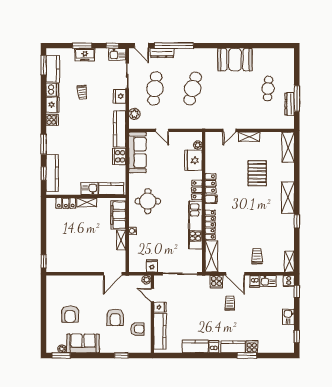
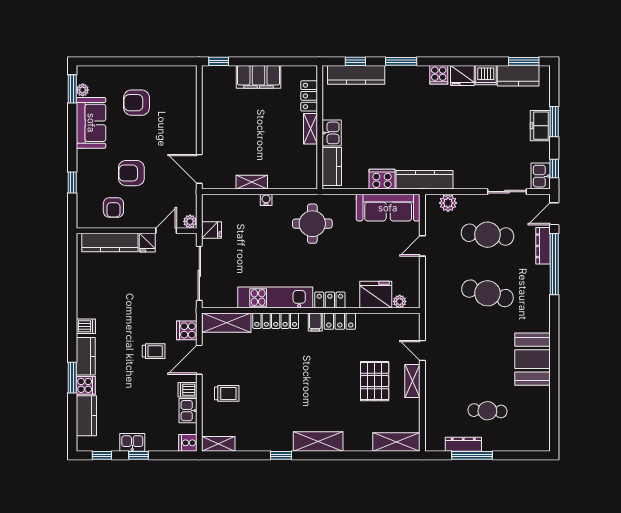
trolley: (82, 92) -> (481, 122), removed
fridge: (120, 96) -> (476, 180), removed
pallet: (257, 173) -> (375, 381), moved, turned 90
filing cabinet: (118, 215) -> (258, 77), moved, turned 180
window: (297, 292) -> (139, 455), moved
kitchen counter: (195, 346) -> (86, 416), moved

